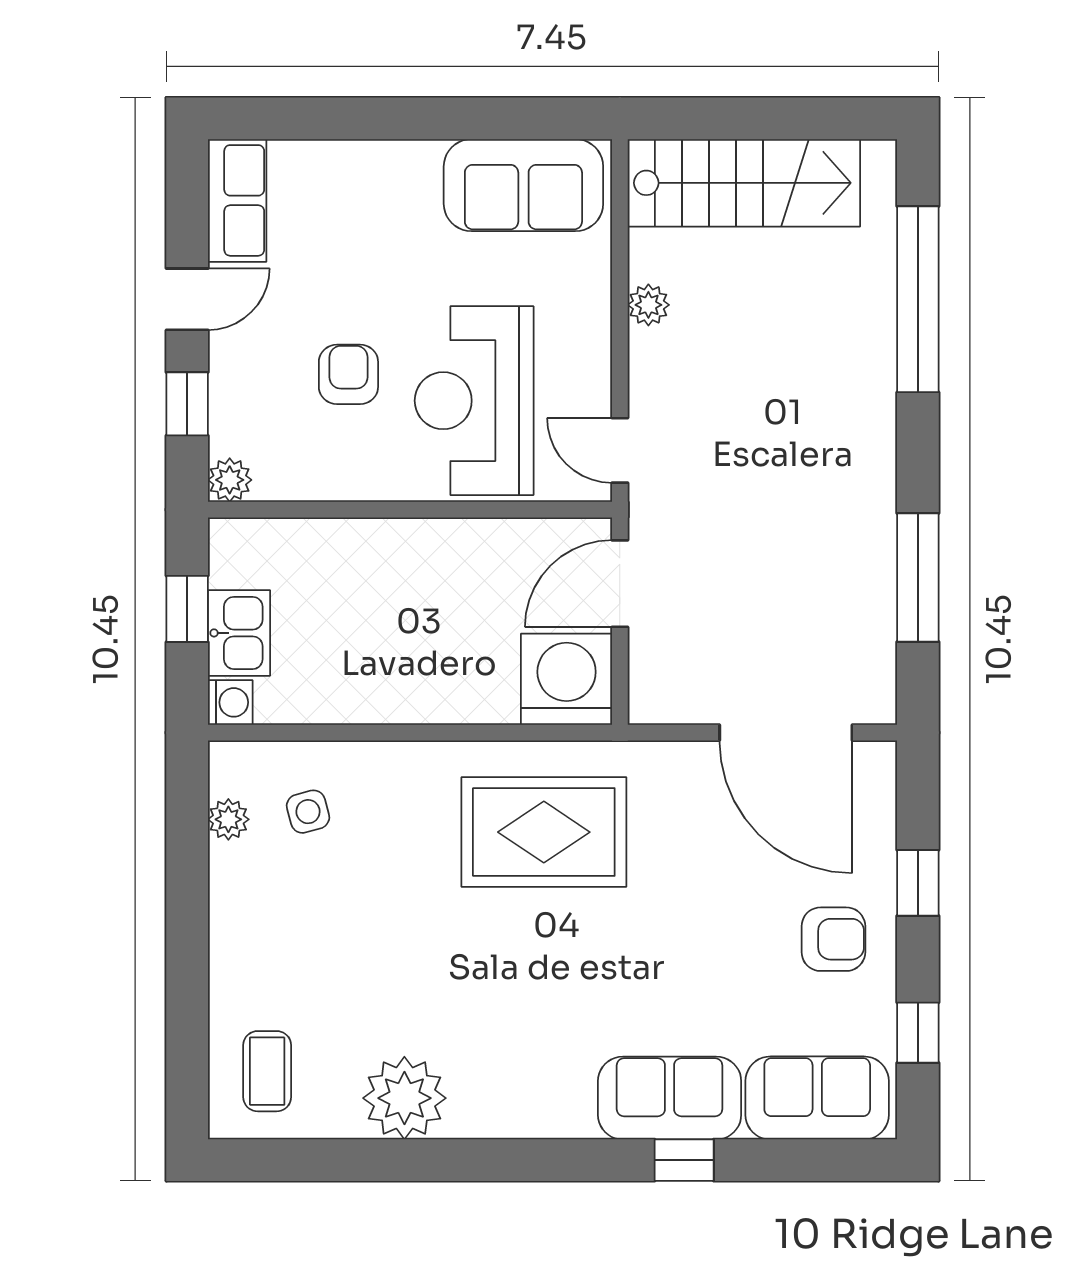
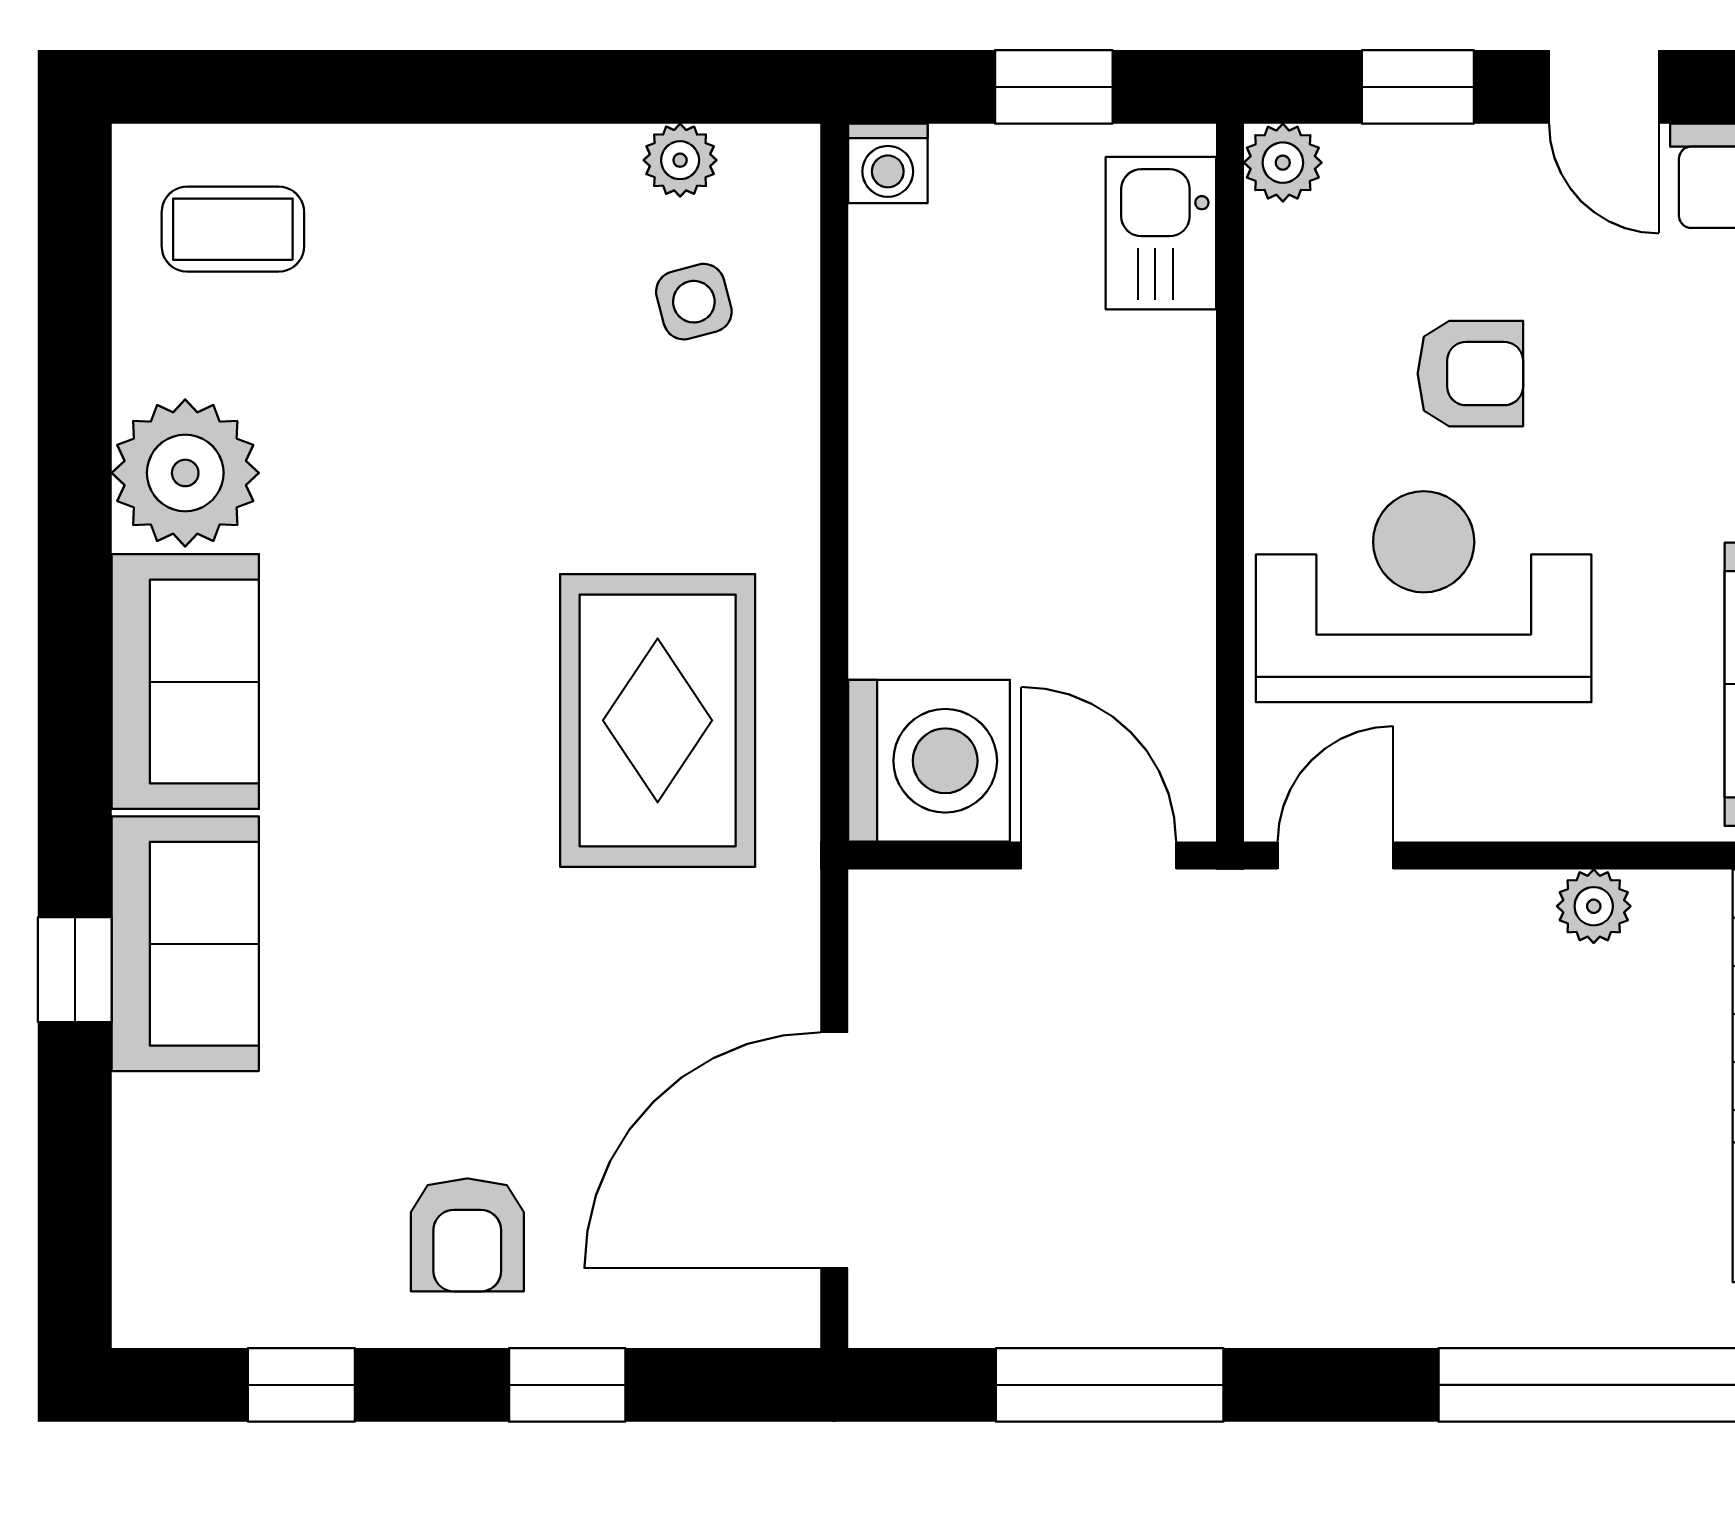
kitchen sink: (239, 633) -> (1161, 233), moved, turned 90
sofa: (817, 1098) -> (185, 682), moved

